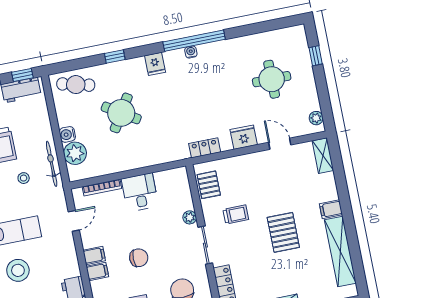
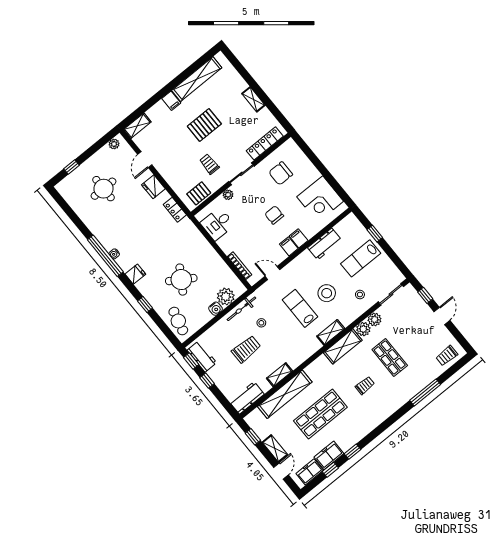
desk: (140, 192) -> (217, 224), moved

